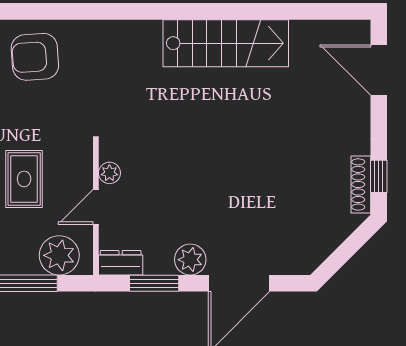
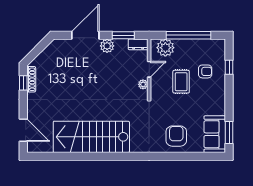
stairs: (226, 43) -> (91, 137), width x1.36, depth x1.51
armchair: (35, 57) -> (176, 136), turned -86

